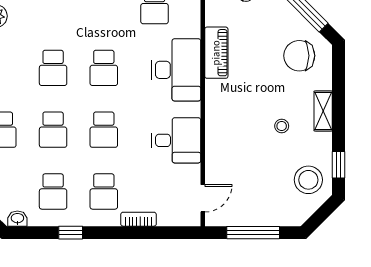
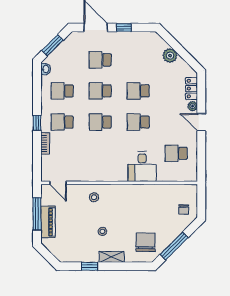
piano: (216, 53) -> (48, 222), moved, turned -90
desk: (176, 70) -> (142, 167), width x0.73
desk: (176, 140) -> (94, 167), removed
window: (339, 165) -> (90, 266), moved
stool: (308, 180) -> (94, 197), moved, width x0.53, depth x0.53
window: (71, 233) -> (37, 123), moved

